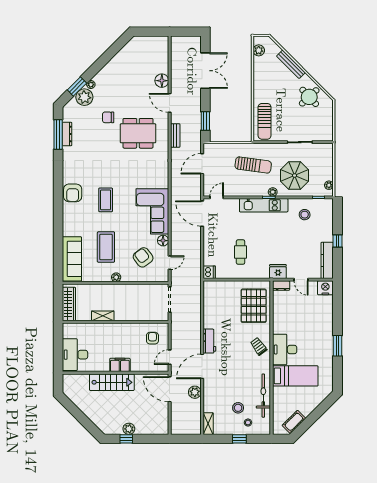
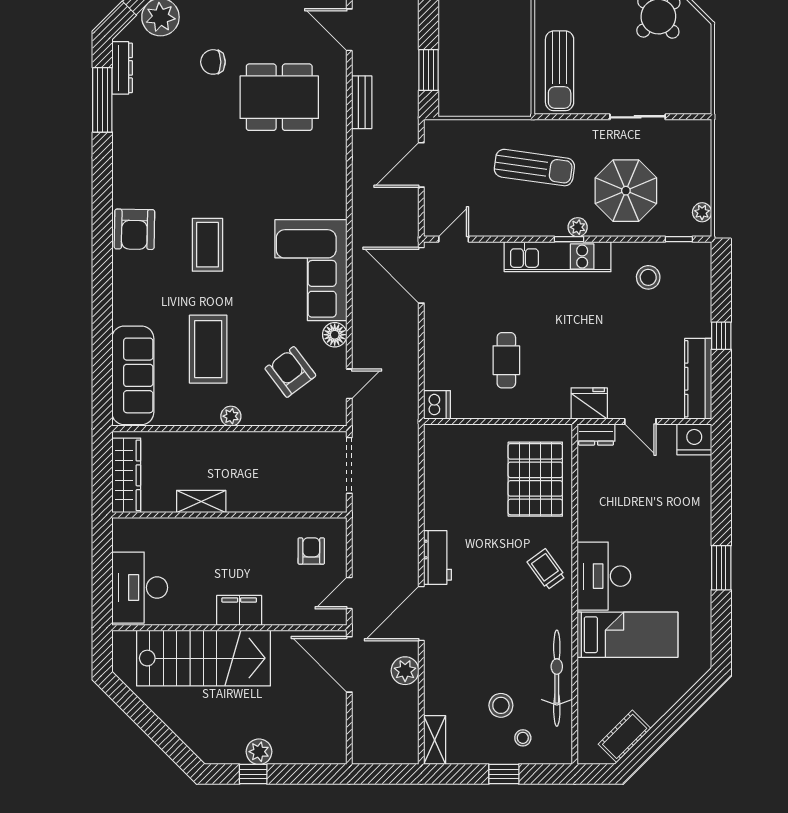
dresser: (67, 134) -> (122, 68), moved
stairs: (112, 382) -> (203, 658), width x1.36, depth x1.51

